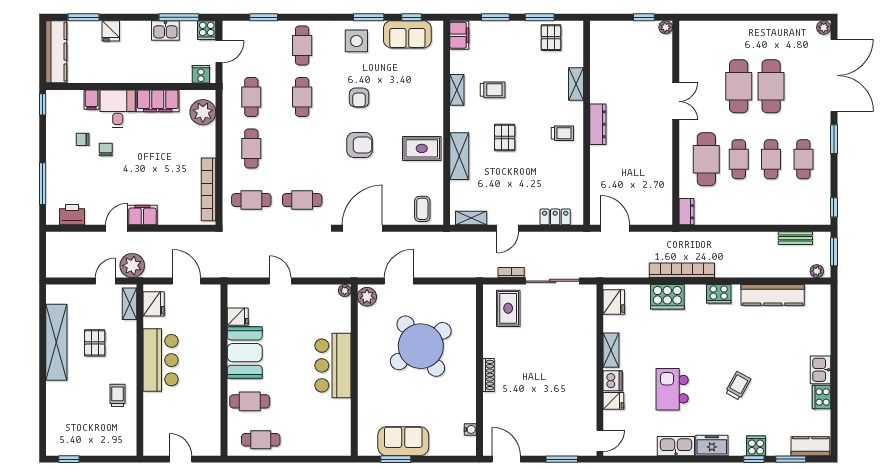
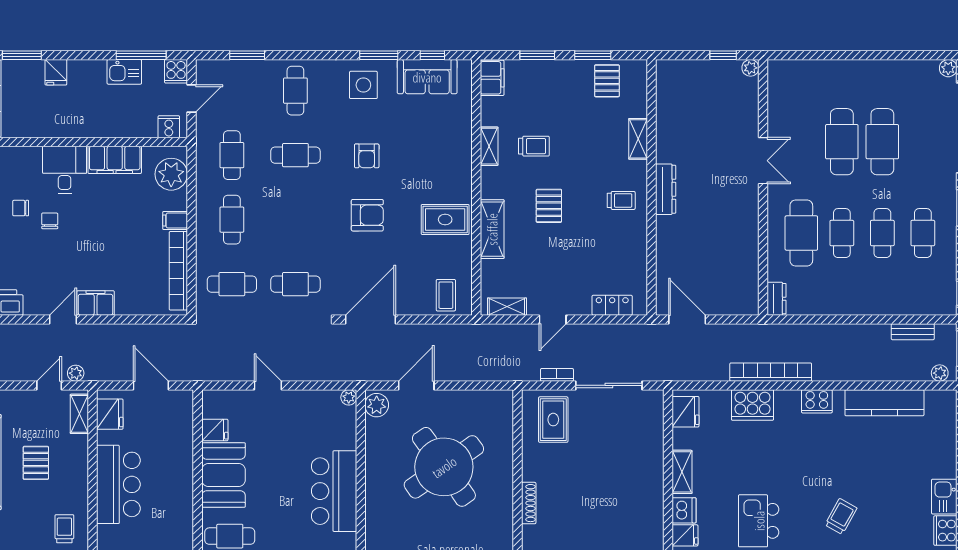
cafe table: (302, 97) -> (295, 155), turned 90
filing cabinet: (91, 100) -> (175, 220), moved, turned 90
plant: (132, 266) -> (76, 373), width x0.53, depth x0.53

